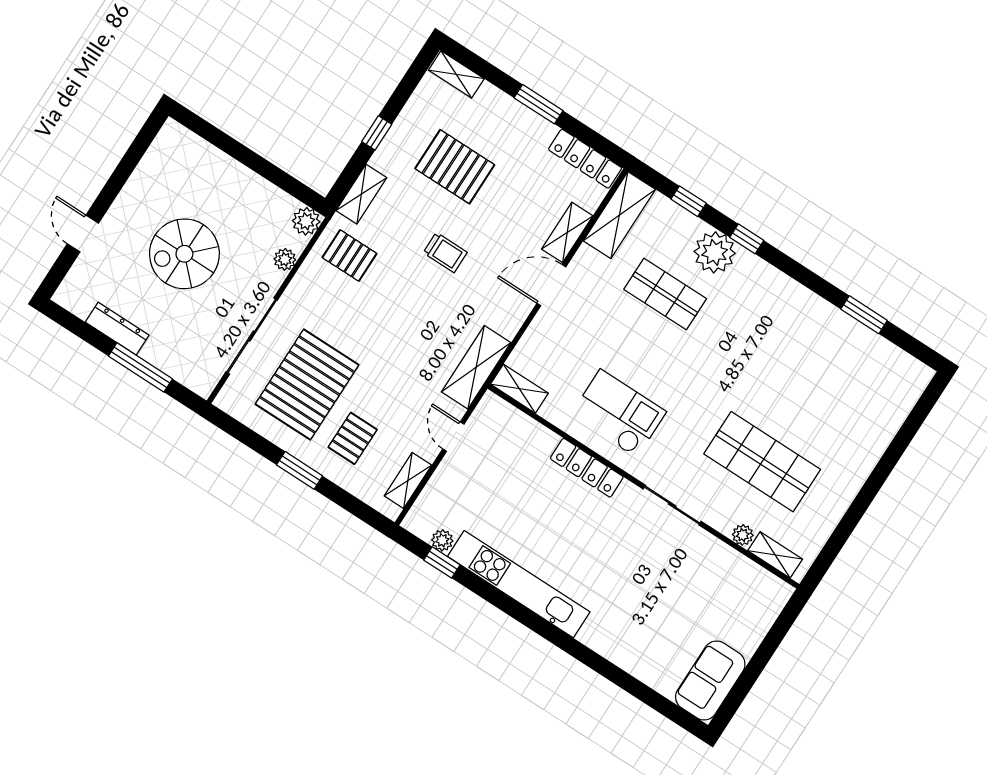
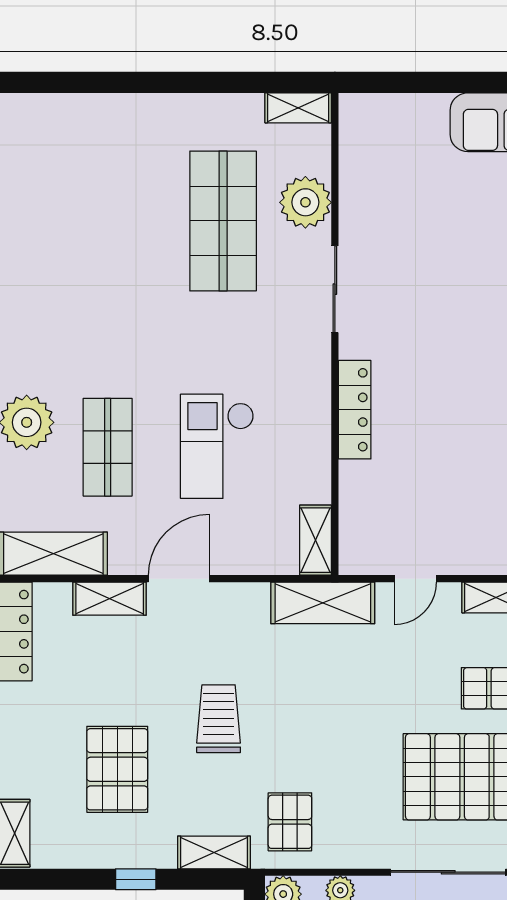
trolley: (445, 253) -> (219, 719), width x1.36, depth x1.39
door: (551, 285) -> (179, 579), swing flipped
checkout: (618, 413) -> (217, 446), moved
plant: (743, 535) -> (305, 202), width x1.88, depth x1.88
shelving: (775, 555) -> (298, 108), moved, turned 90

